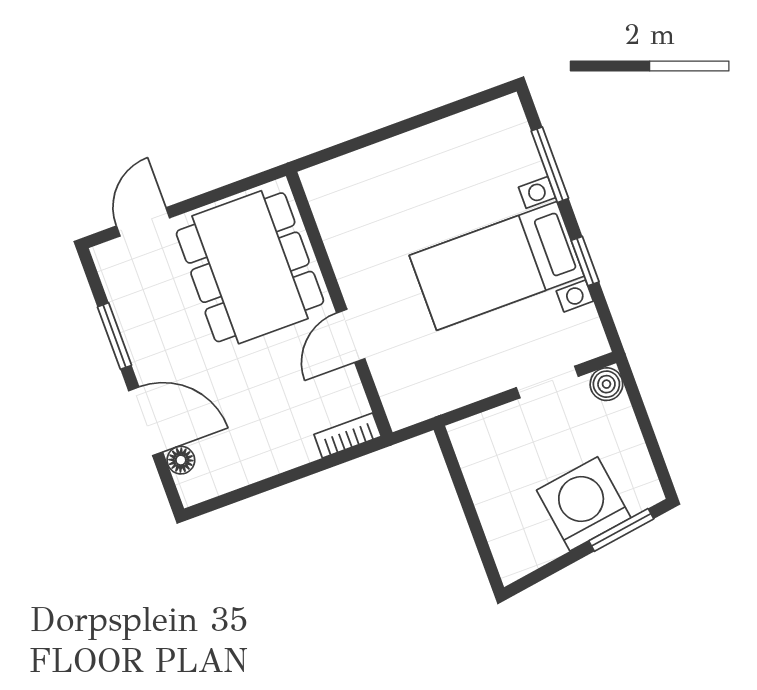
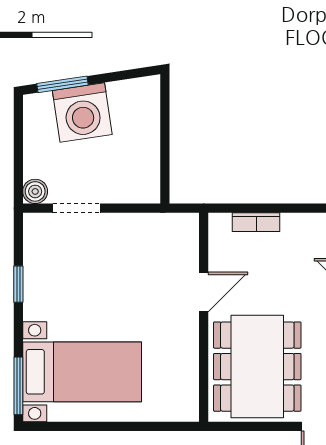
window: (550, 165) -> (18, 386), moved
bed with nightstands: (497, 266) -> (82, 372), moved
bookcase: (348, 435) -> (256, 222), moved

